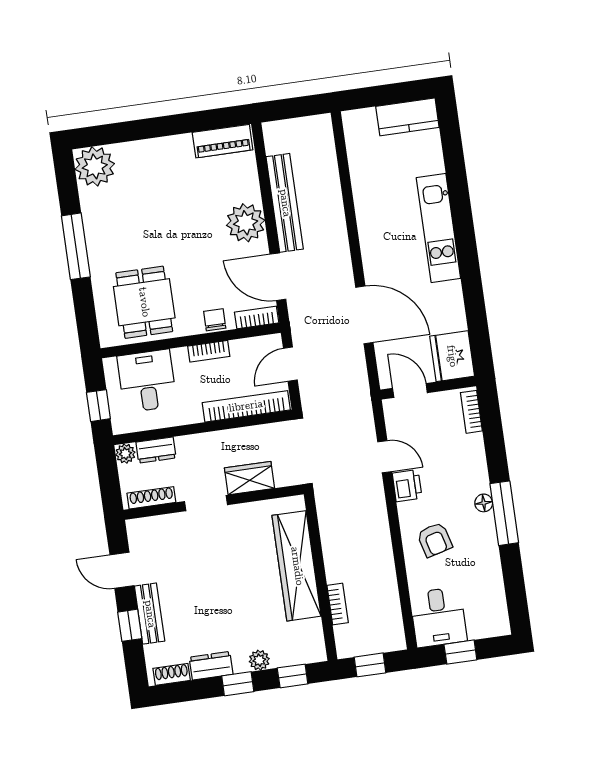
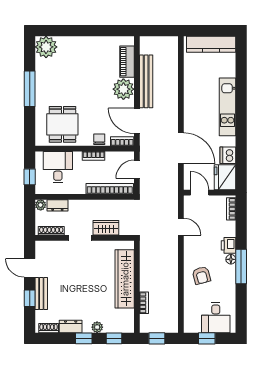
kitchen counter: (407, 117) -> (211, 44), width x1.50
piano: (223, 141) -> (127, 62), moved, turned 90
dishwasher: (452, 316) -> (228, 155), added
printer: (407, 486) -> (229, 245), moved, turned 180
desk: (438, 617) -> (216, 318), moved

